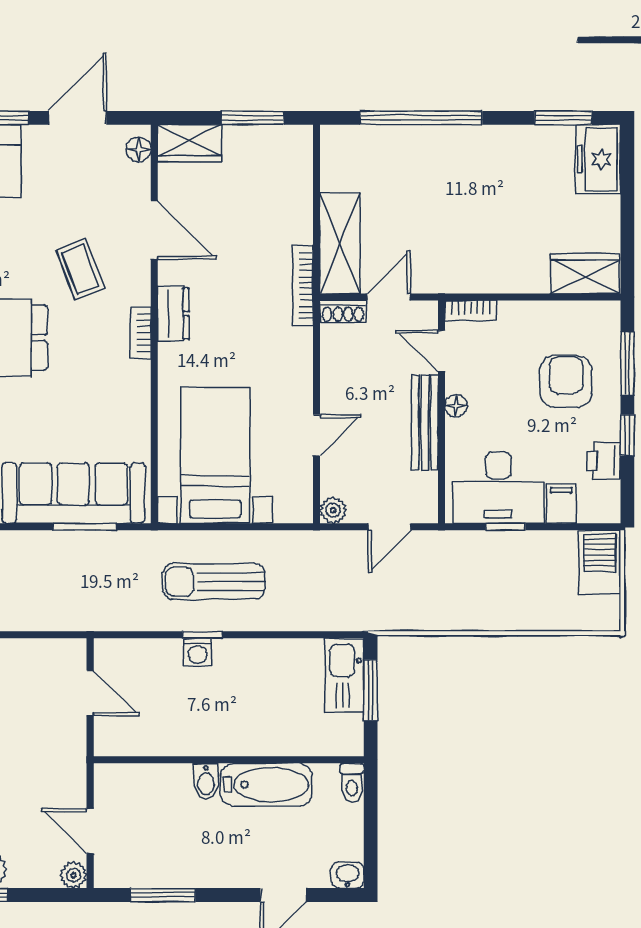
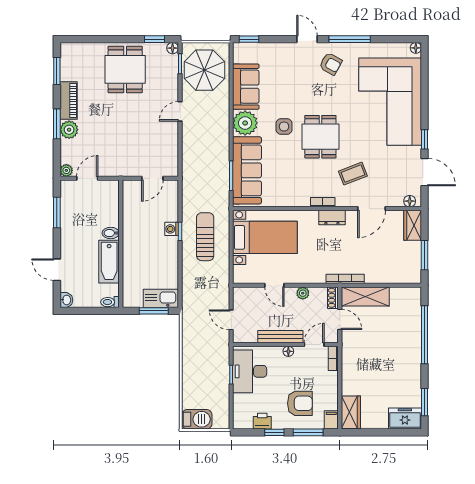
filing cabinet: (561, 504) -> (331, 420), moved, turned -90
plant: (333, 510) -> (303, 293), moved
barbecue: (600, 562) -> (197, 419), moved

